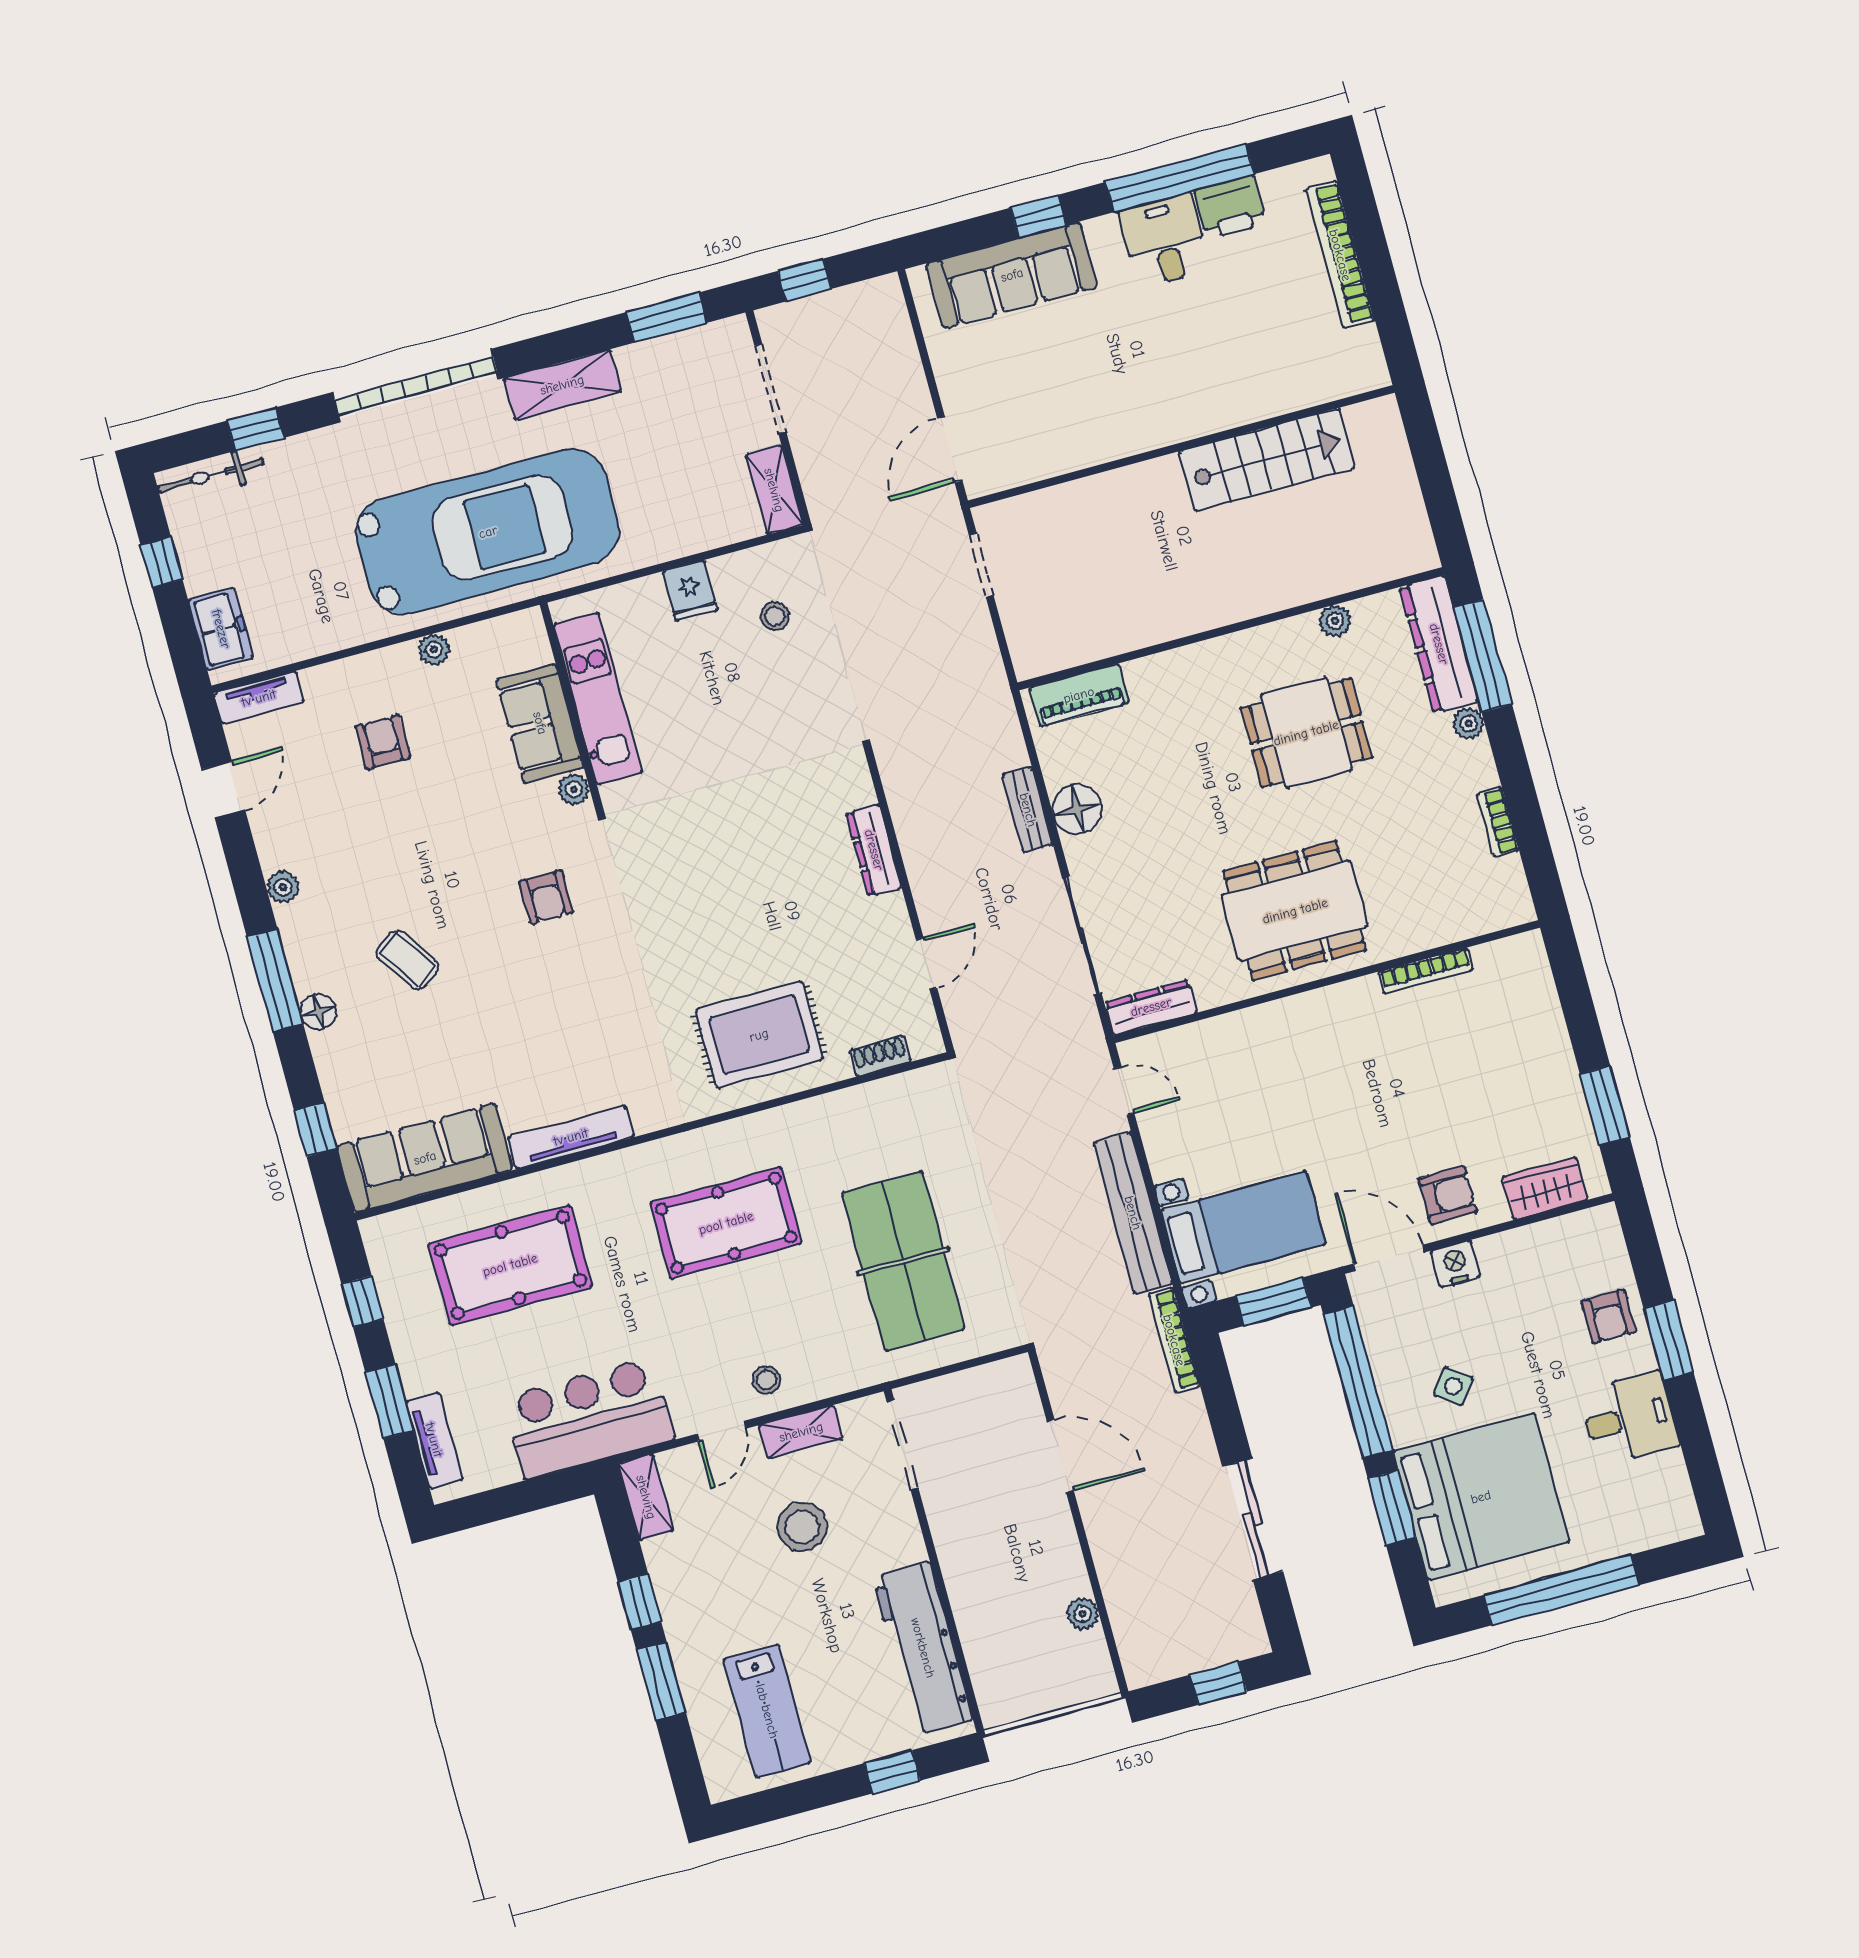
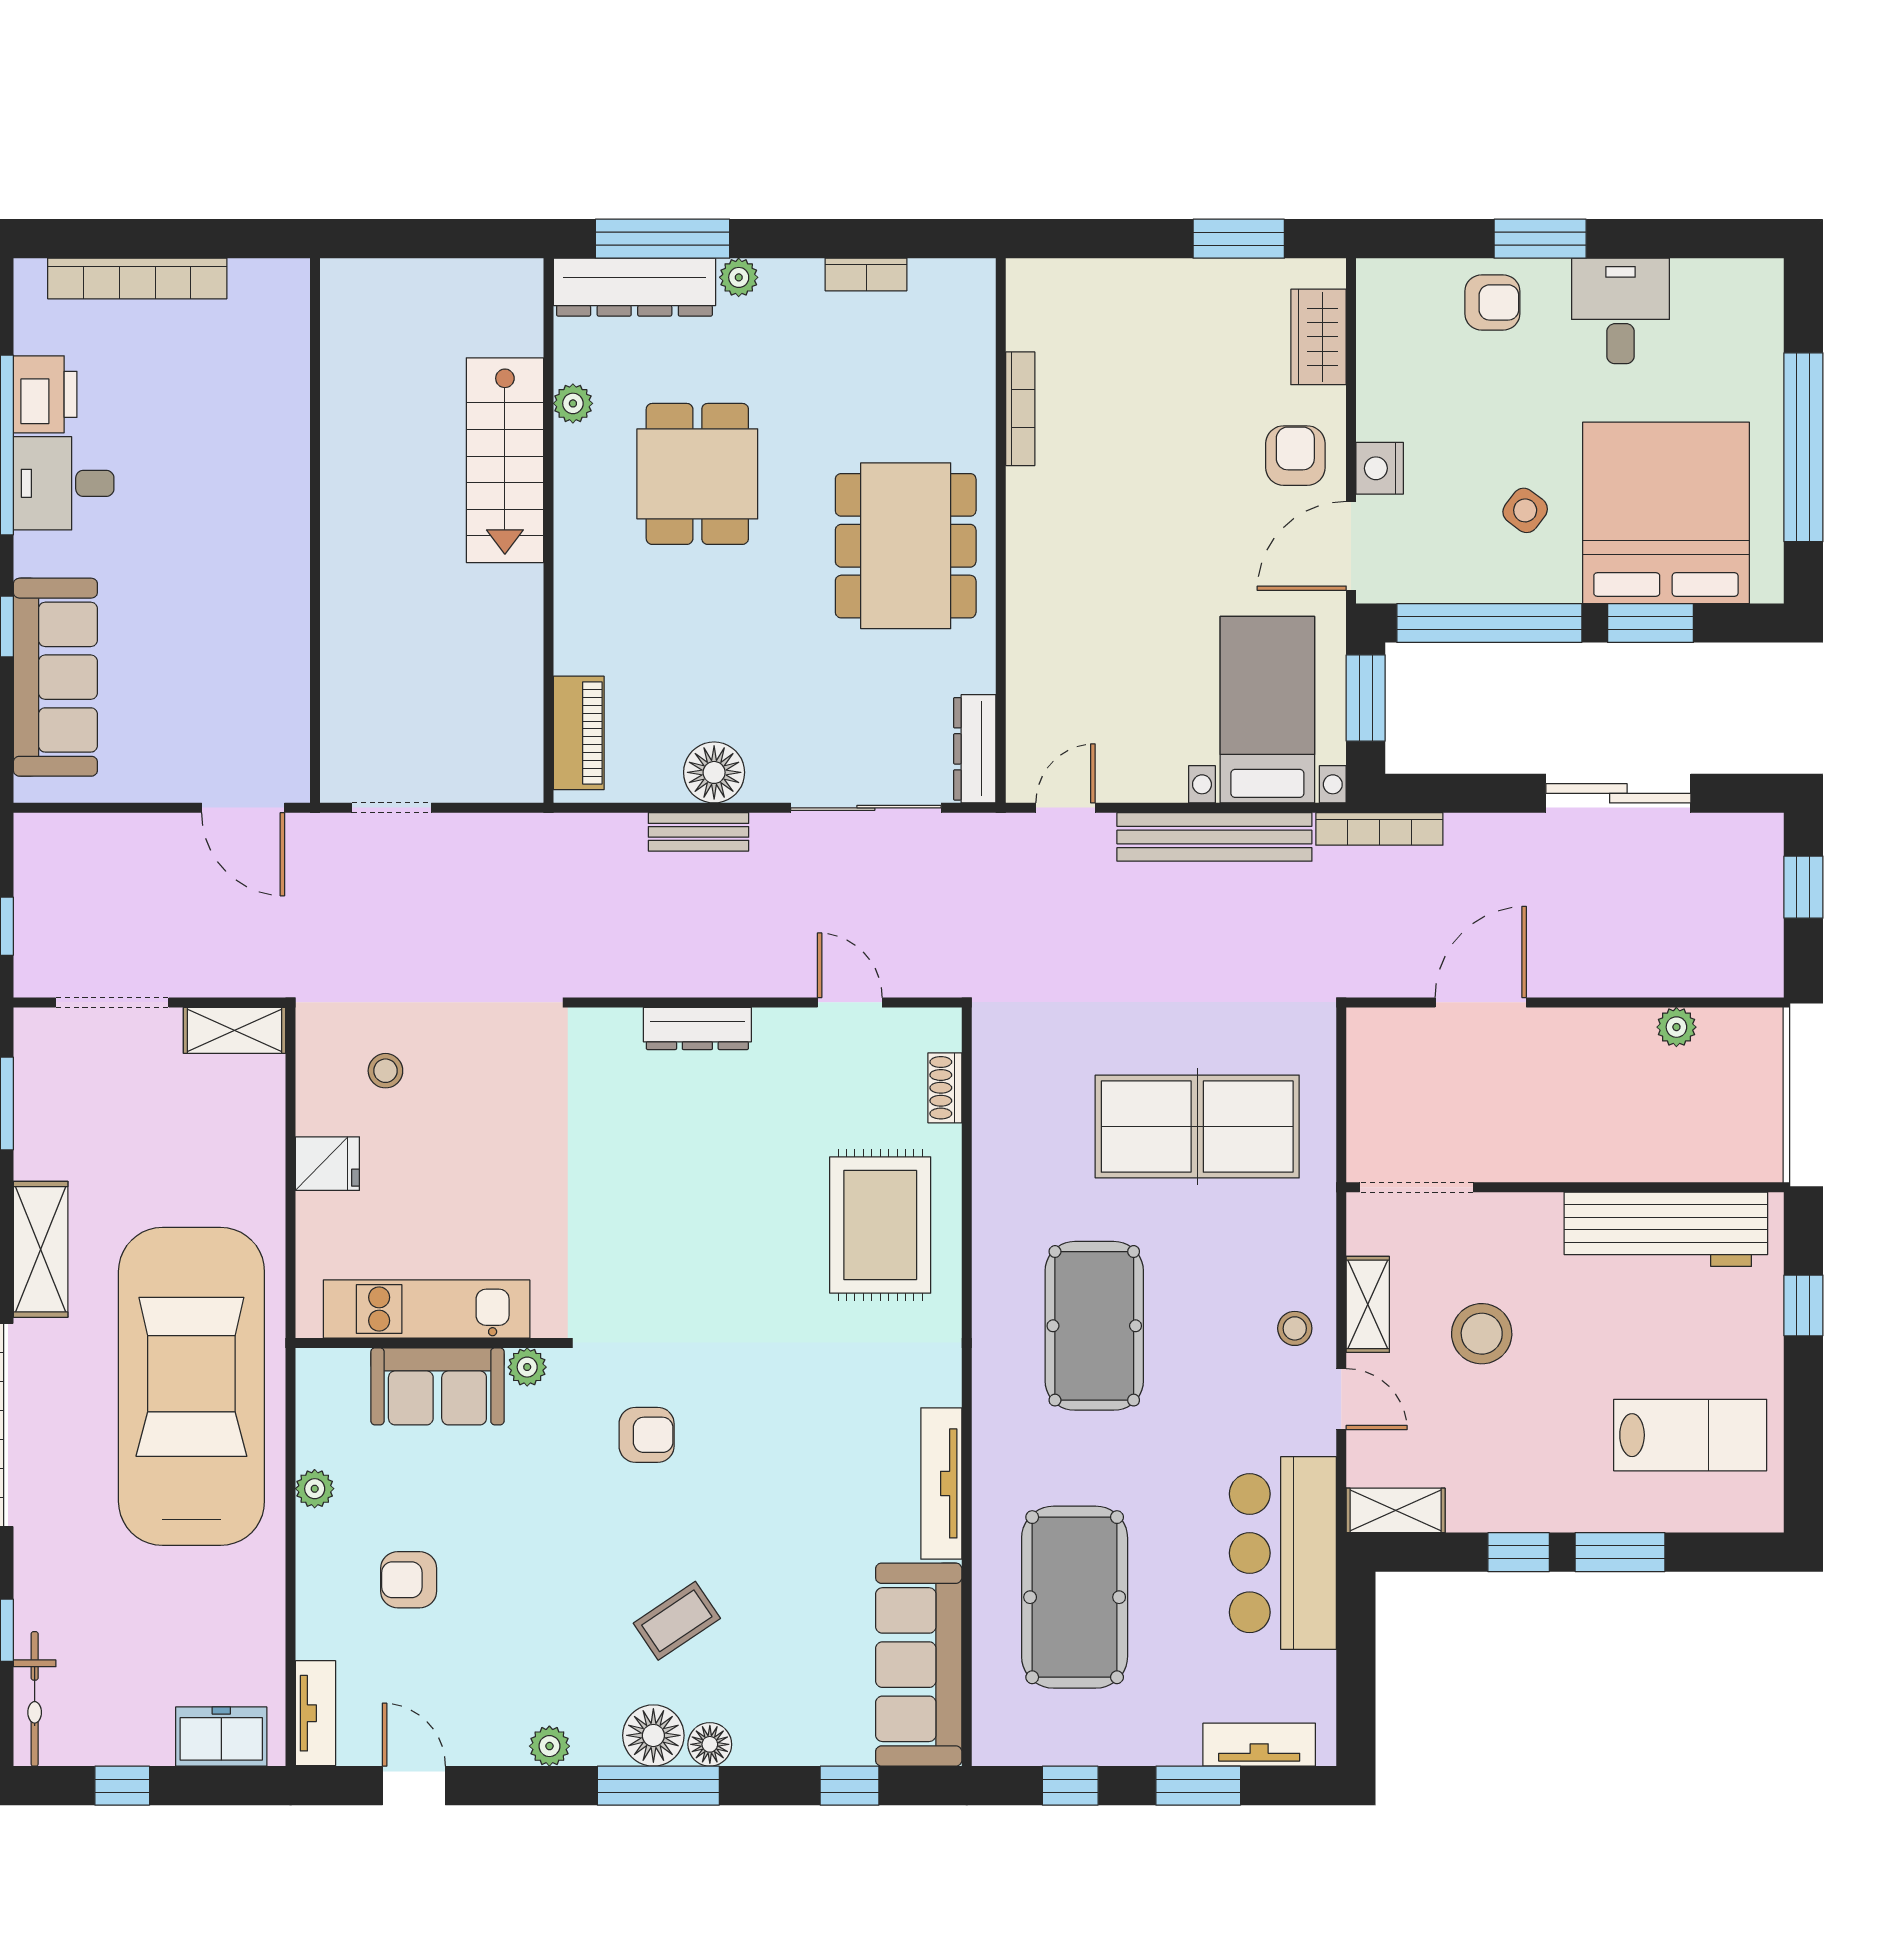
stairs: (1267, 460) -> (505, 460), moved, turned 180
floor lamp: (313, 966) -> (653, 1735), added

